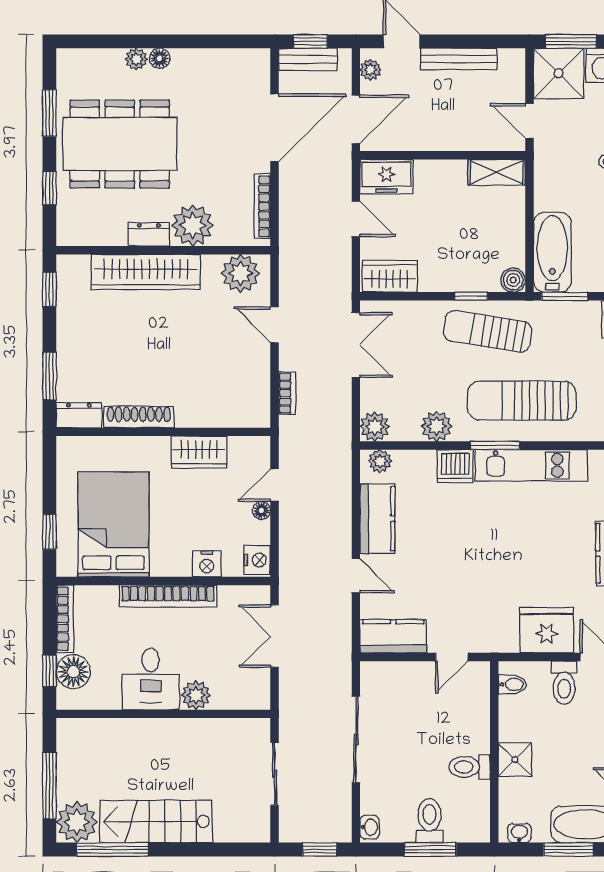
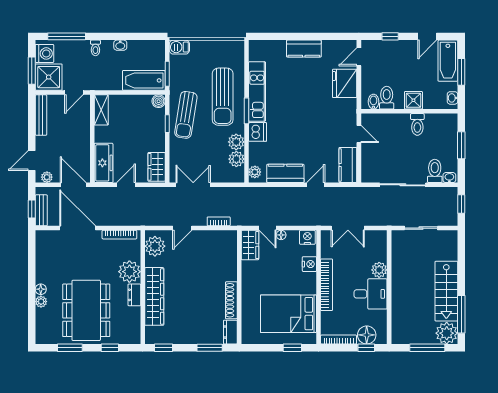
bench: (459, 59) -> (41, 115), moved
freezer: (387, 177) -> (104, 163), width x1.40
plant: (375, 427) -> (236, 159), moved
wardrobe: (199, 452) -> (250, 245), moved
toilet: (564, 683) -> (387, 98), moved, turned -90
toilet: (429, 821) -> (435, 171), moved, turned 90

